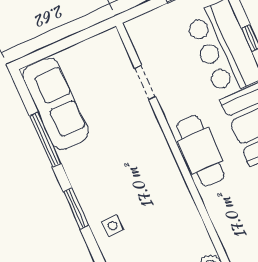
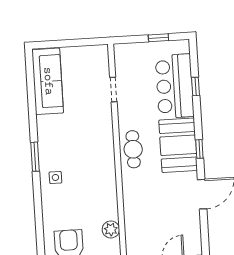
window: (45, 140) -> (32, 103), removed
cafe table: (200, 151) -> (133, 149), width x0.73, depth x0.74

